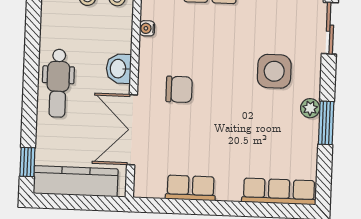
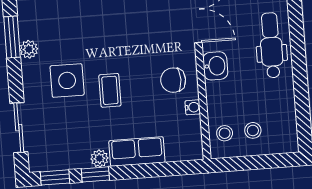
coffee table: (231, 56) -> (110, 90), added
chair: (179, 89) -> (173, 80), moved

